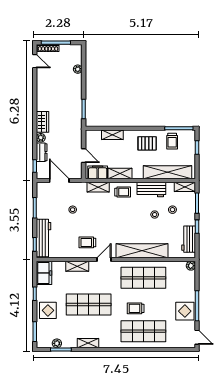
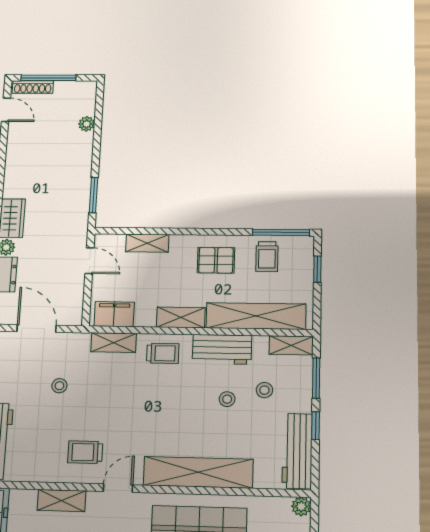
door: (84, 156) -> (89, 261), moved
shelving: (120, 174) -> (181, 317), moved
workbench: (189, 239) -> (297, 451), width x1.38

